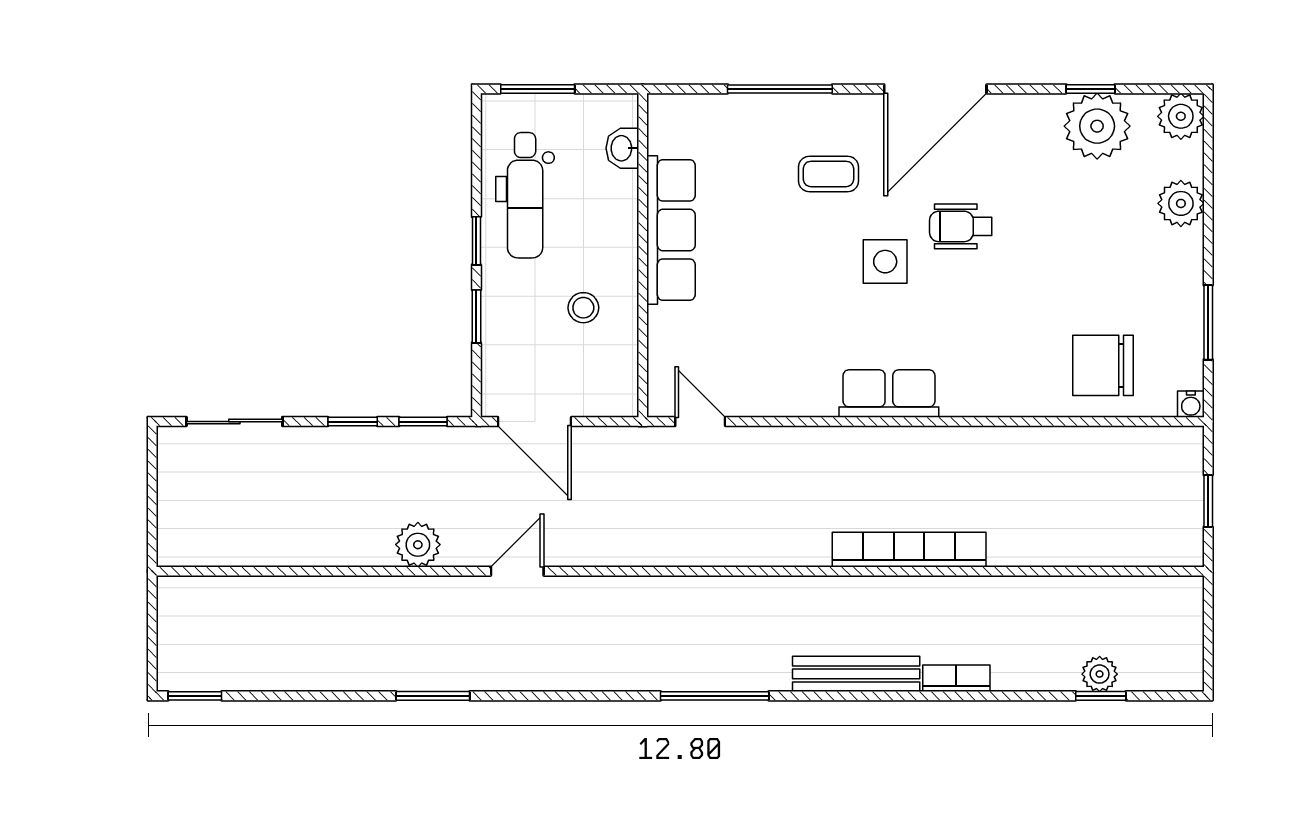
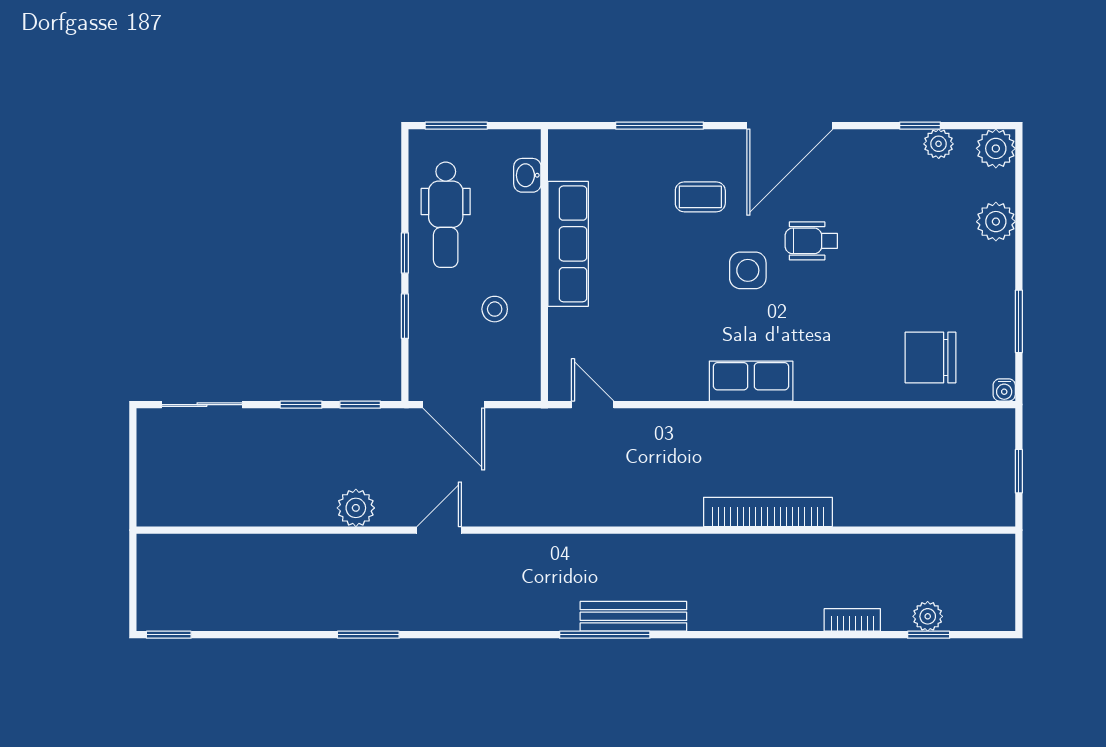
plant: (1097, 126) -> (939, 144), width x0.53, depth x0.53
bench: (856, 674) -> (633, 616), moved
bookcase: (956, 678) -> (852, 620), moved

